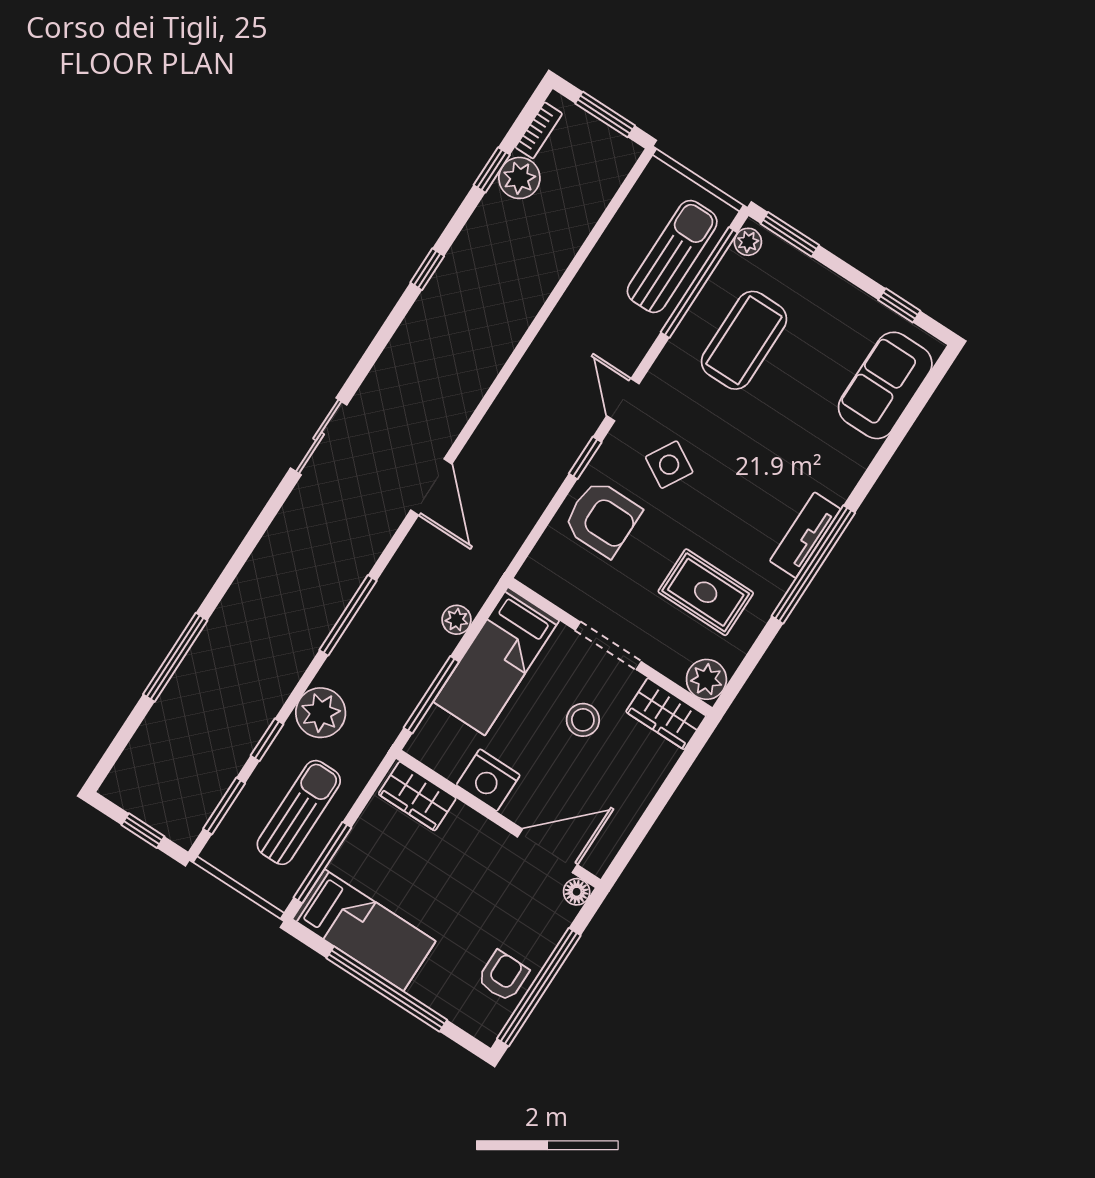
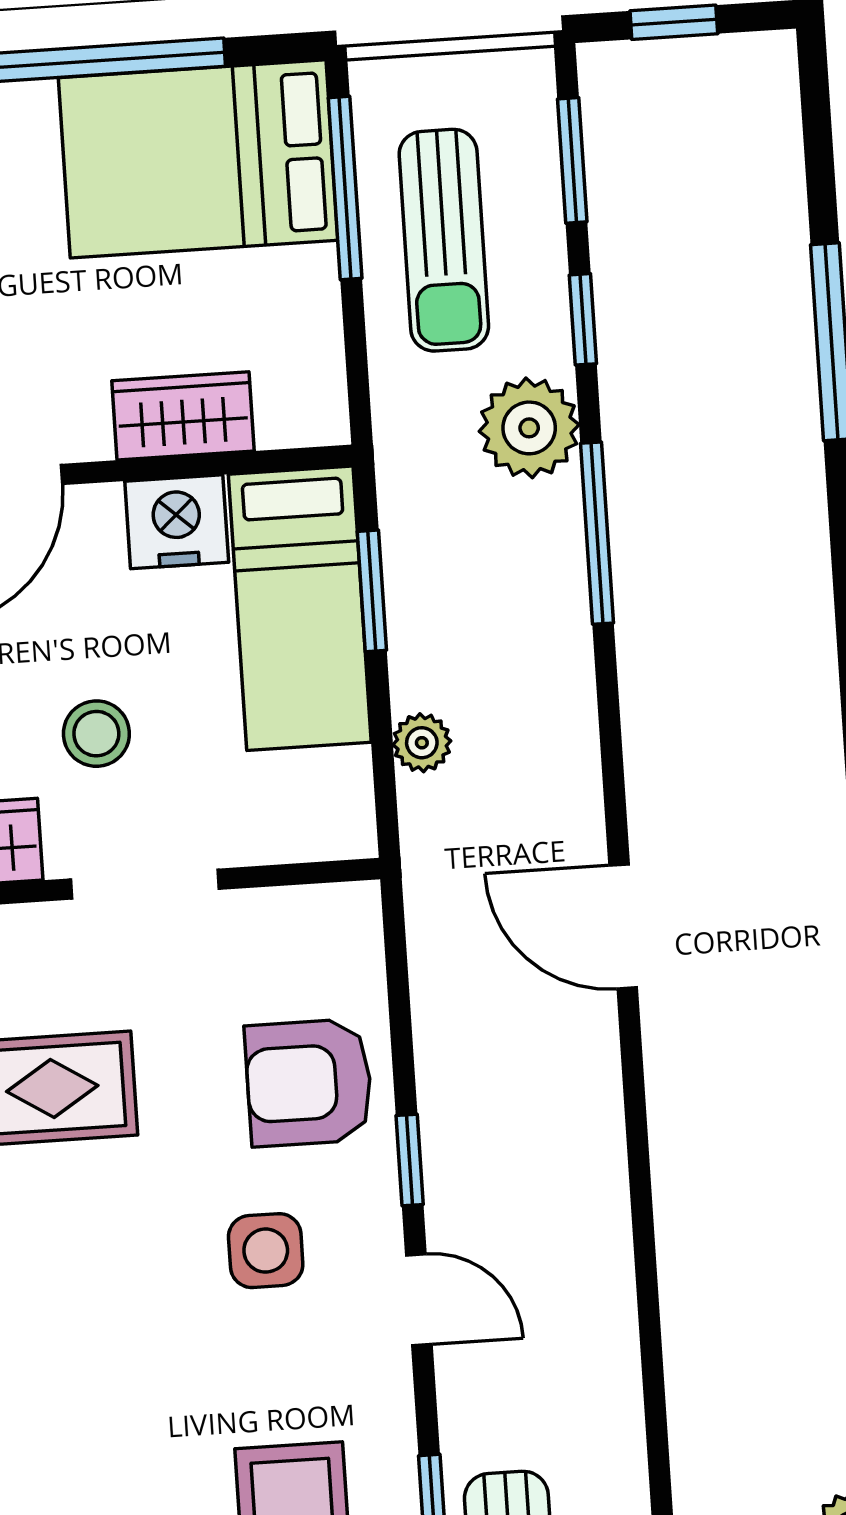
side table: (669, 465) -> (266, 1251), turned -30
window: (348, 615) -> (597, 533), moved
bed: (496, 661) -> (300, 608), moved, turned 180
window: (431, 695) -> (372, 591), width x0.69
wardrobe: (417, 796) -> (183, 416), moved
bed: (364, 930) -> (198, 159), width x1.50

